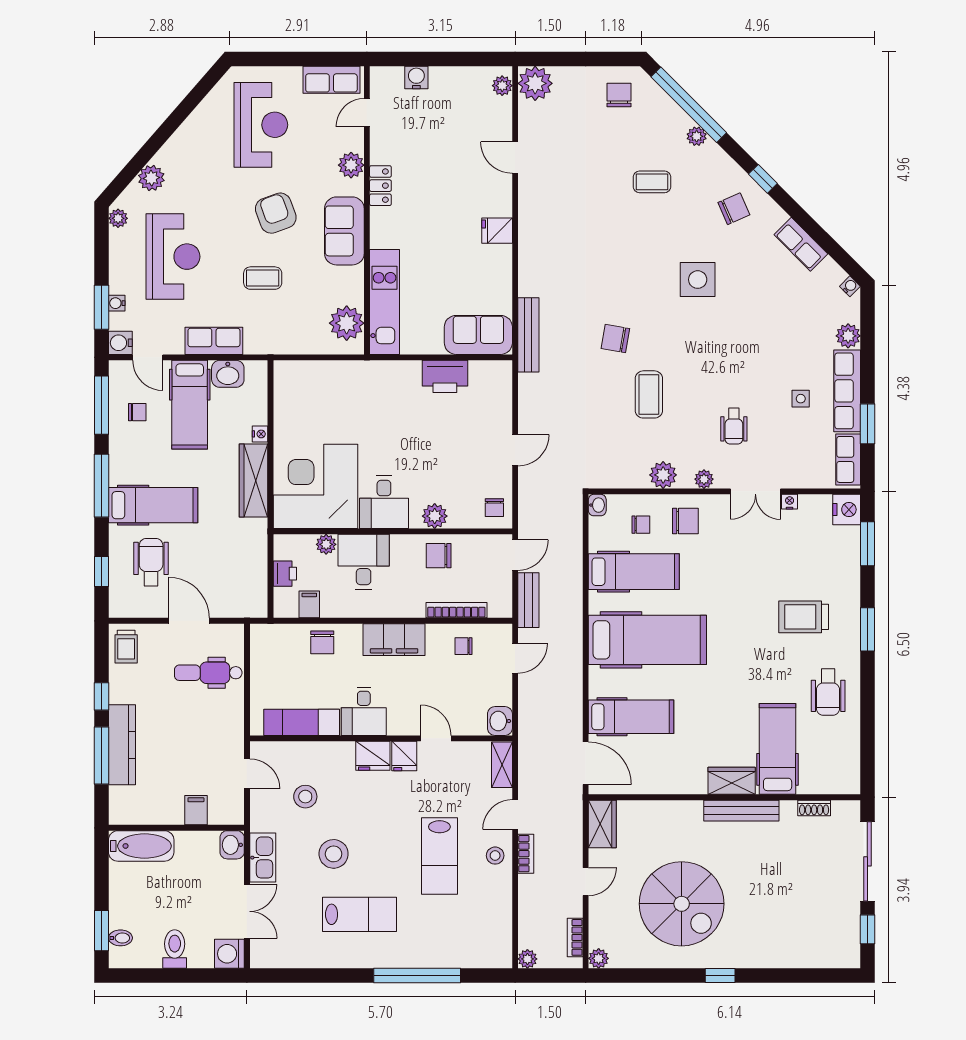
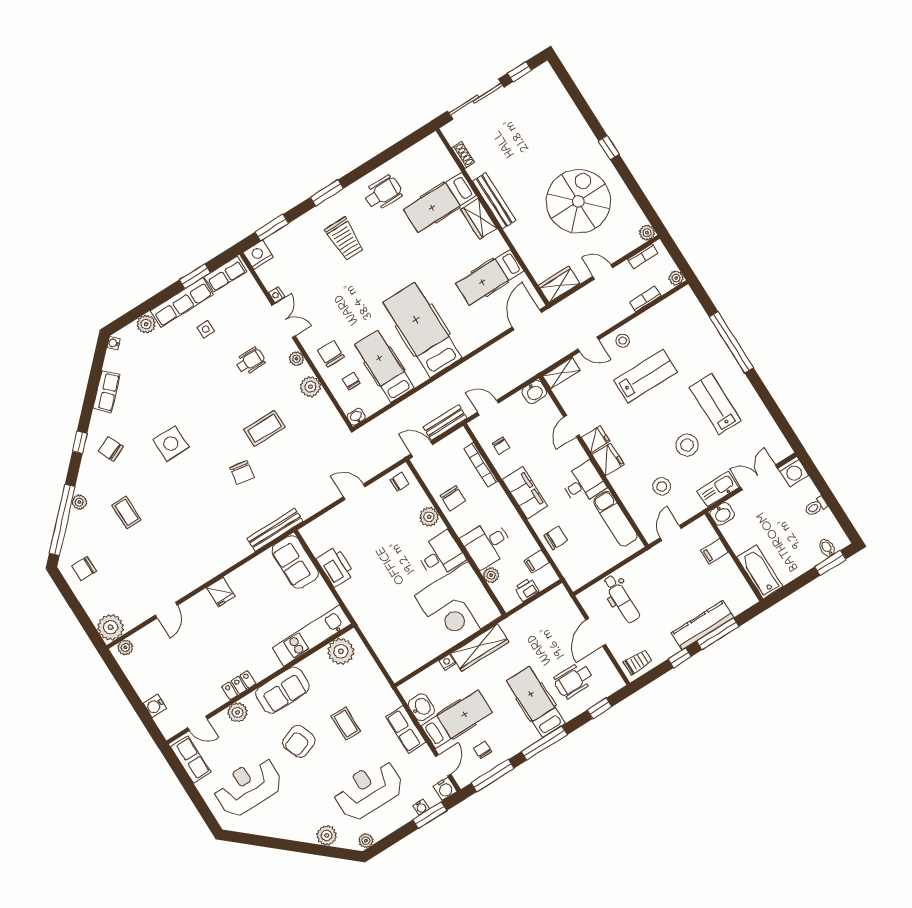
hospital bed: (631, 717) -> (490, 277), moved, turned -90
bookcase: (526, 854) -> (645, 299), moved
toilet: (175, 949) -> (816, 506), width x0.73, depth x0.72

